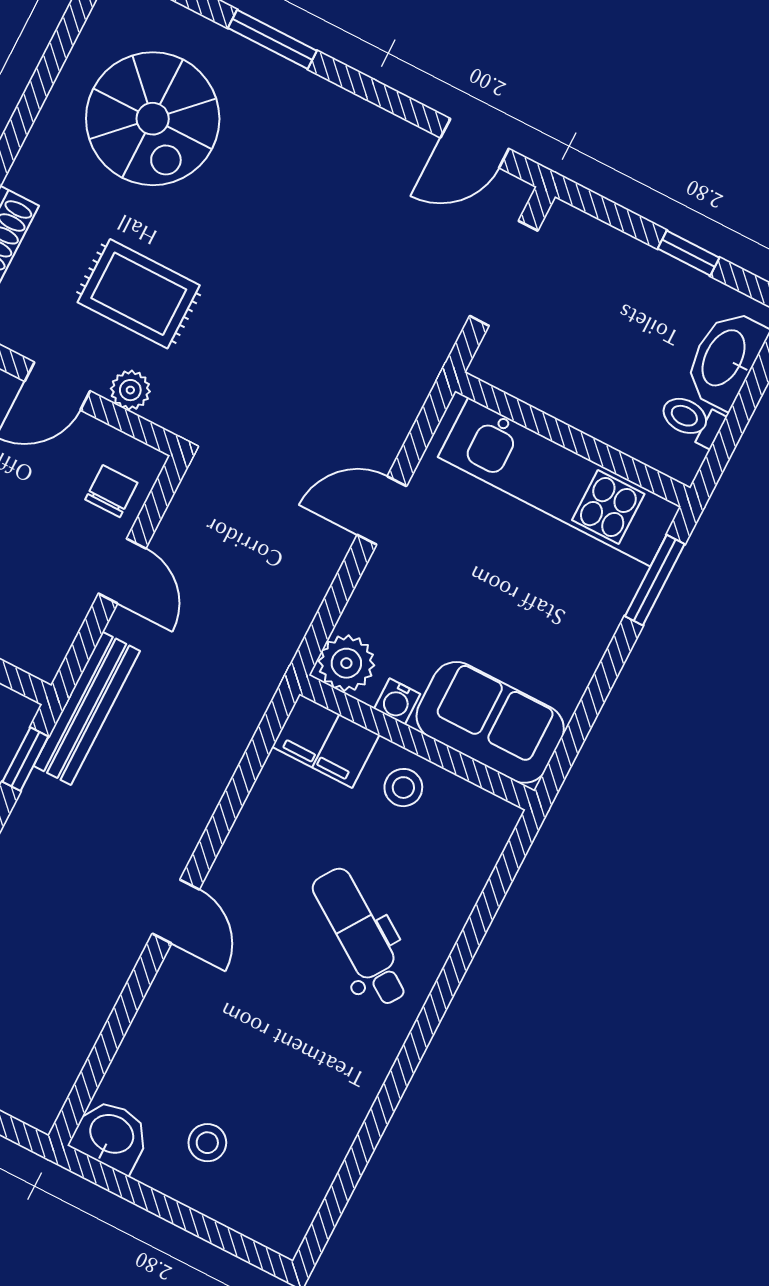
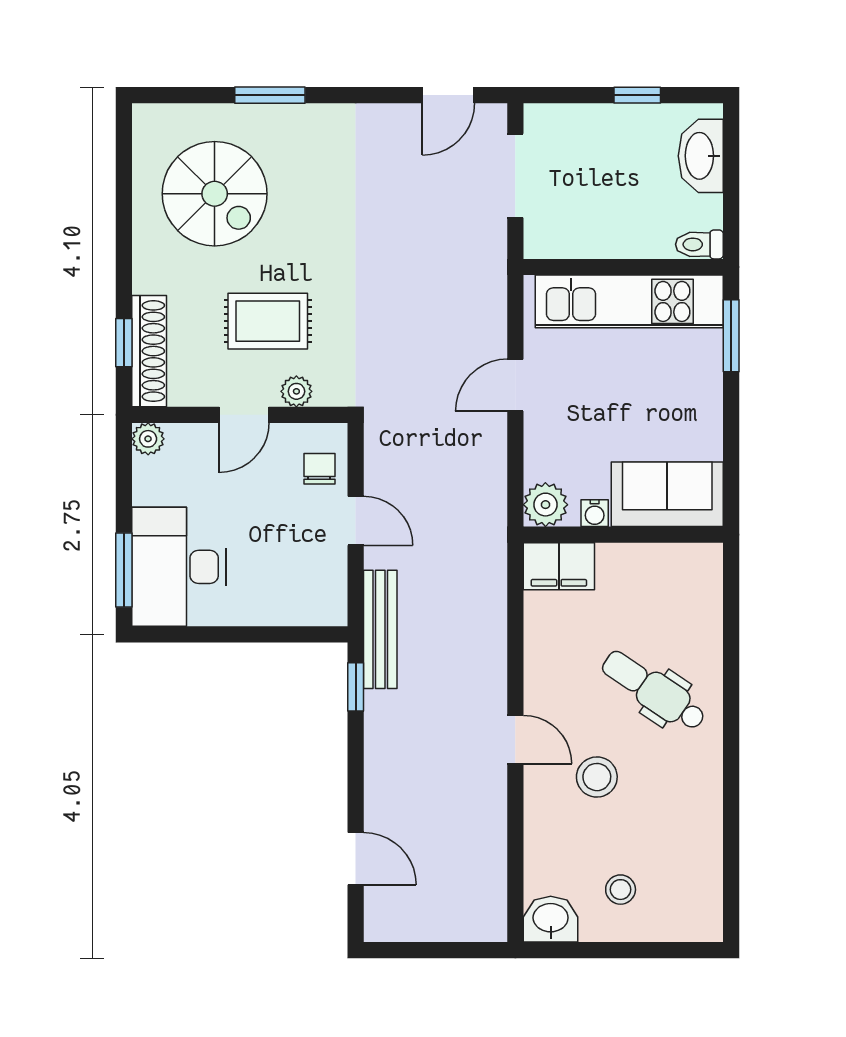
toilet: (692, 420) -> (699, 244), moved
stool: (403, 788) -> (597, 777), moved, width x1.37, depth x1.37

